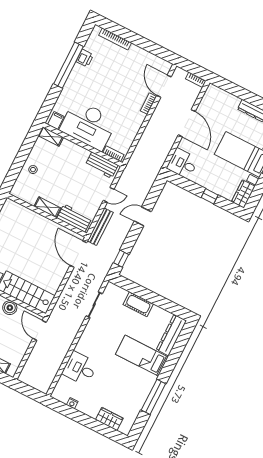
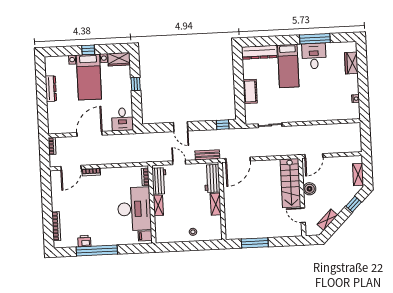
shelving: (51, 136) -> (158, 205), moved
bench: (100, 227) -> (207, 155), width x0.73
desk: (80, 368) -> (314, 56), moved, turned 180

